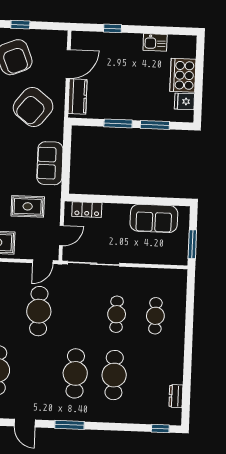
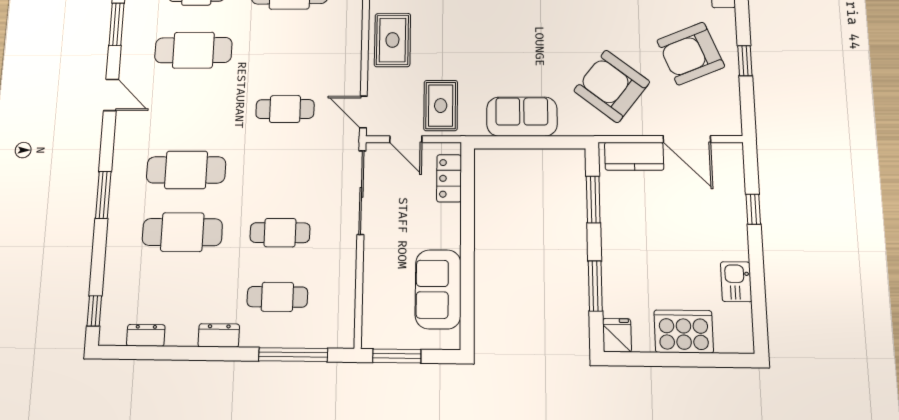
fridge: (184, 101) -> (617, 335), moved
window: (118, 123) -> (593, 199), moved
rug: (28, 206) -> (441, 105), moved
window: (190, 306) -> (293, 355), added
cafe table: (39, 311) -> (285, 109), width x0.73, depth x0.74
dresser: (177, 351) -> (219, 335), added
door: (25, 423) -> (111, 95), swing flipped
window: (70, 425) -> (103, 195), moved

